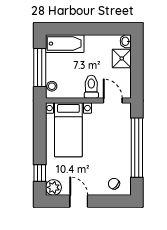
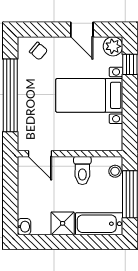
shower: (122, 58) -> (63, 223), moved
toilet: (91, 87) -> (82, 170), moved
bed with nightstands: (68, 130) -> (89, 95), moved, turned -90

